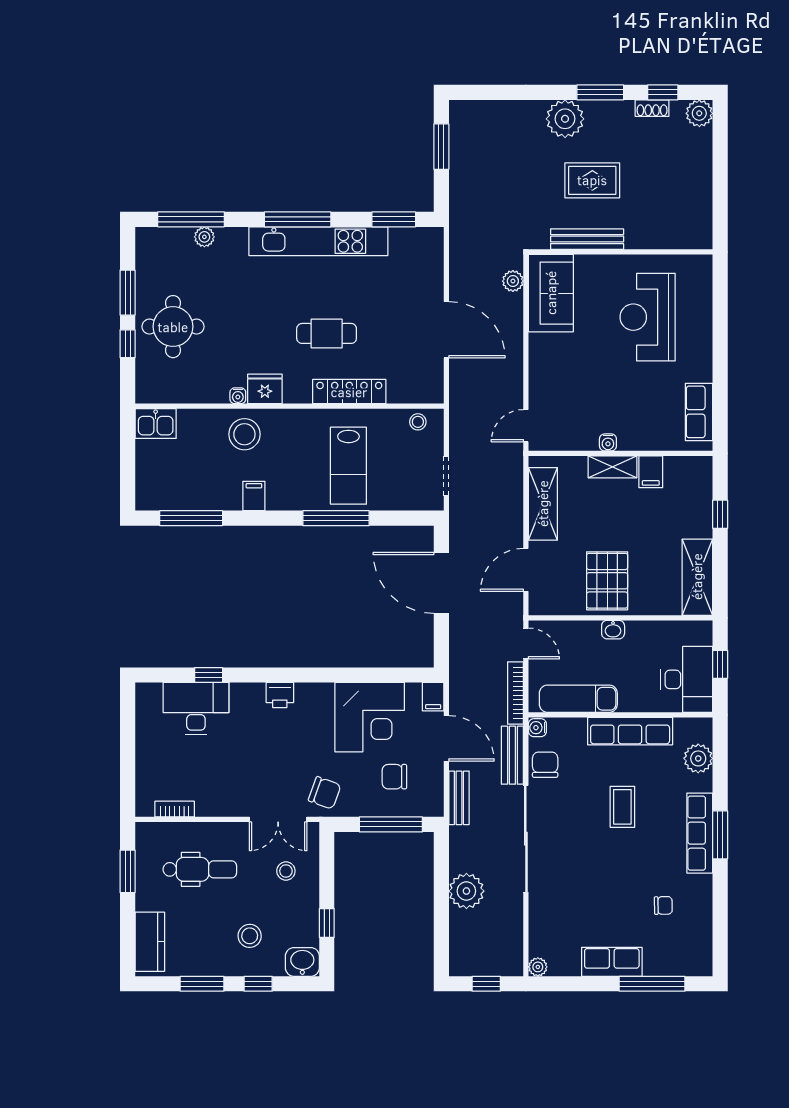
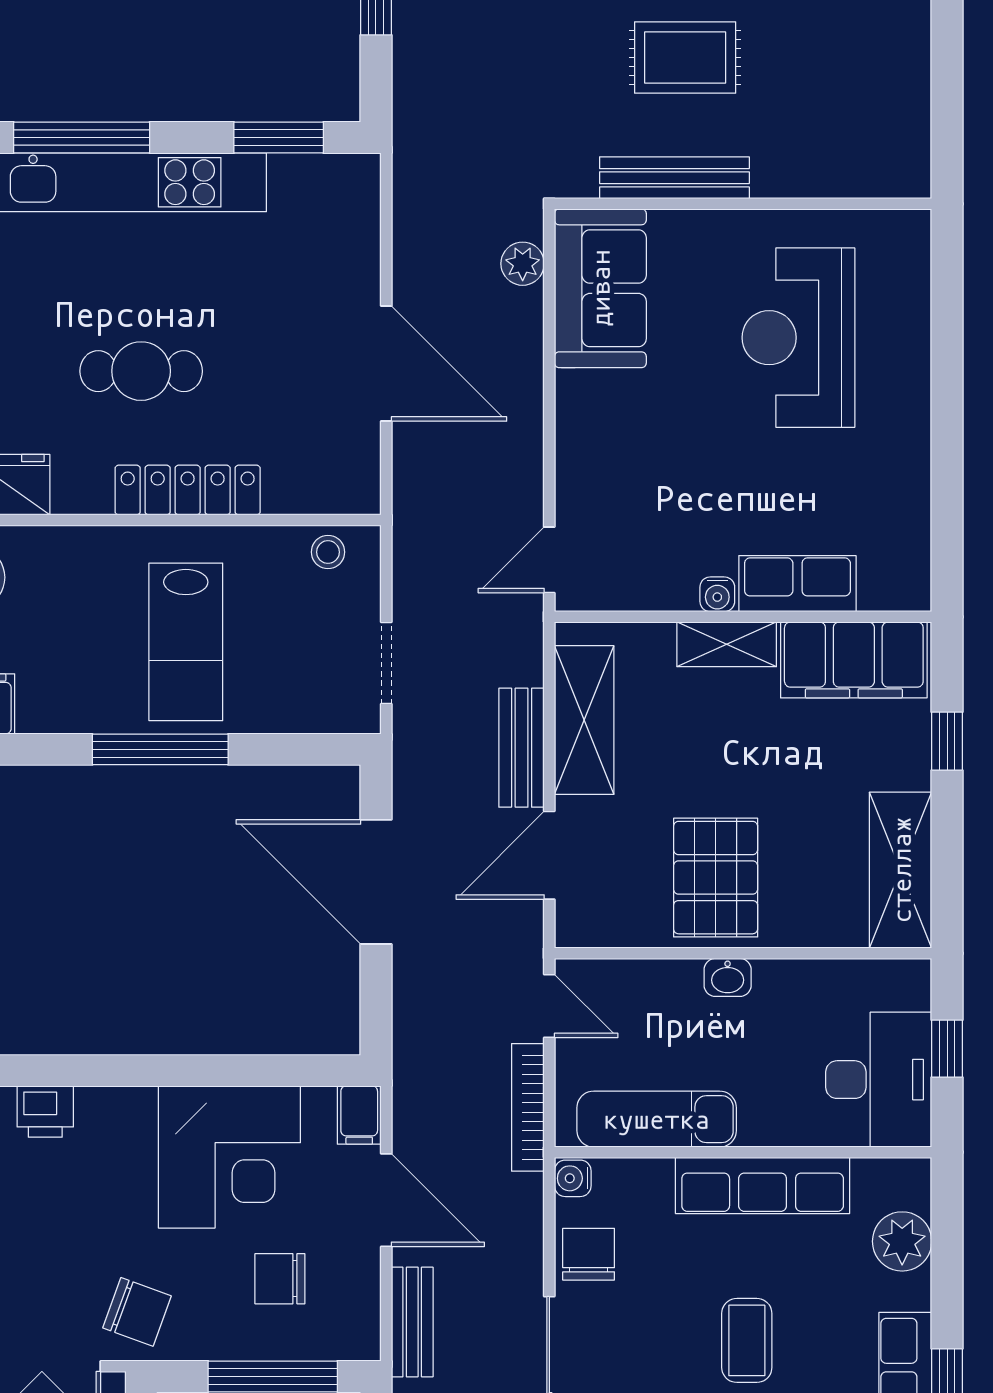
row of seats: (699, 412) -> (797, 584), moved, turned 90
filing cabinet: (651, 472) -> (854, 660), width x3.00, depth x1.17
bench: (512, 755) -> (522, 748), moved

